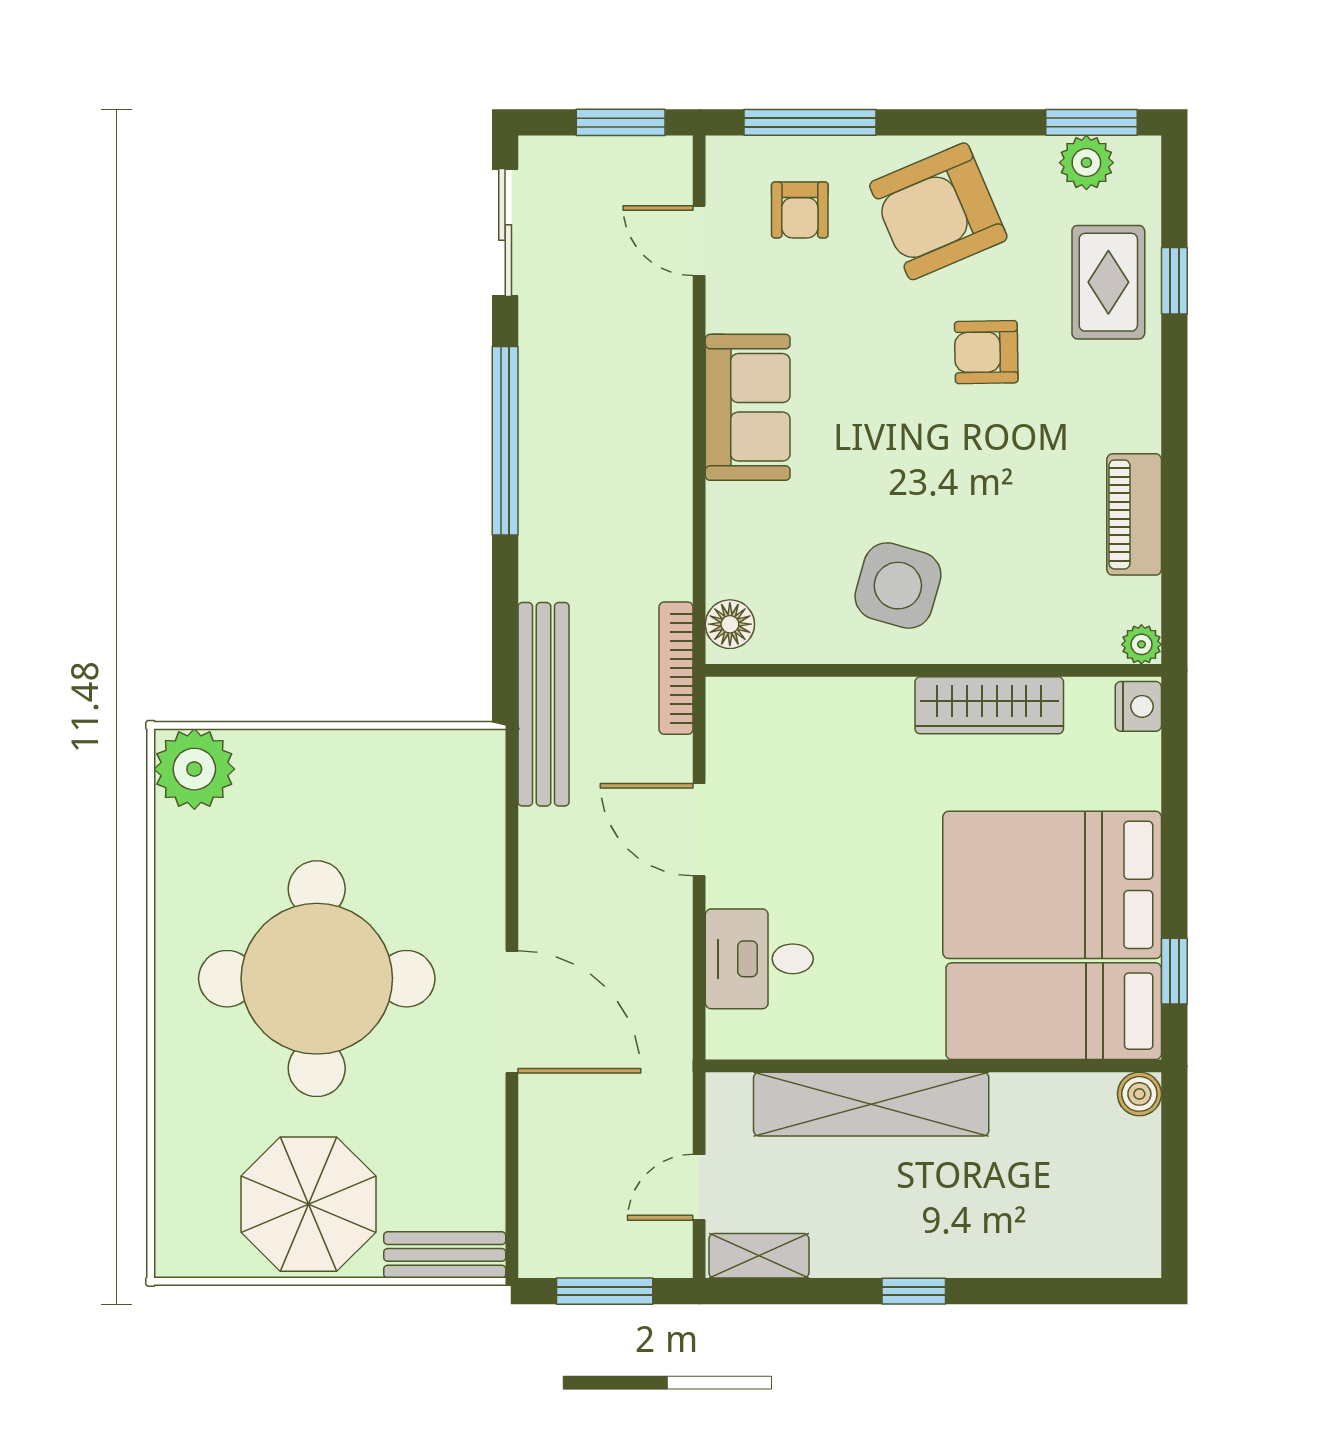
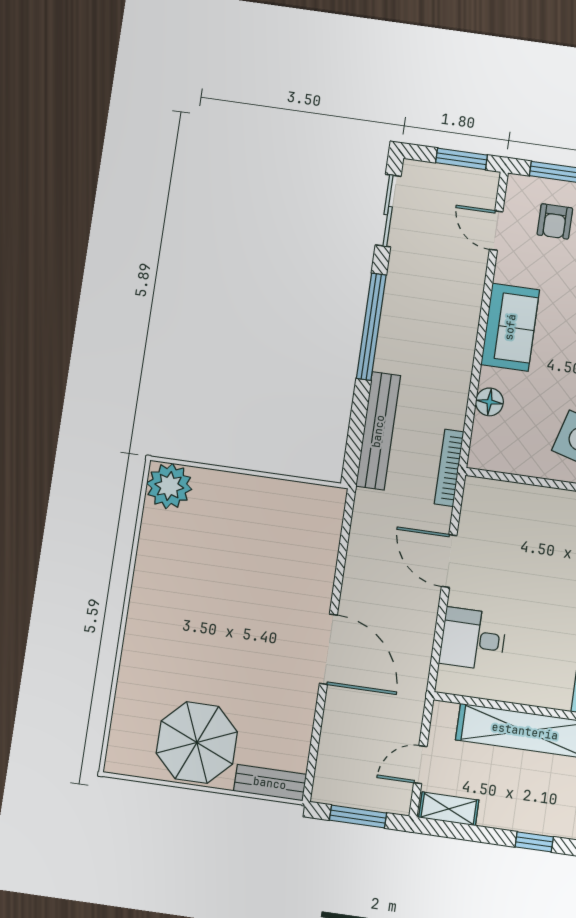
floor lamp: (730, 624) -> (489, 402), moved
bench: (544, 704) -> (378, 431), moved
round table: (317, 979) -> (221, 615), removed

